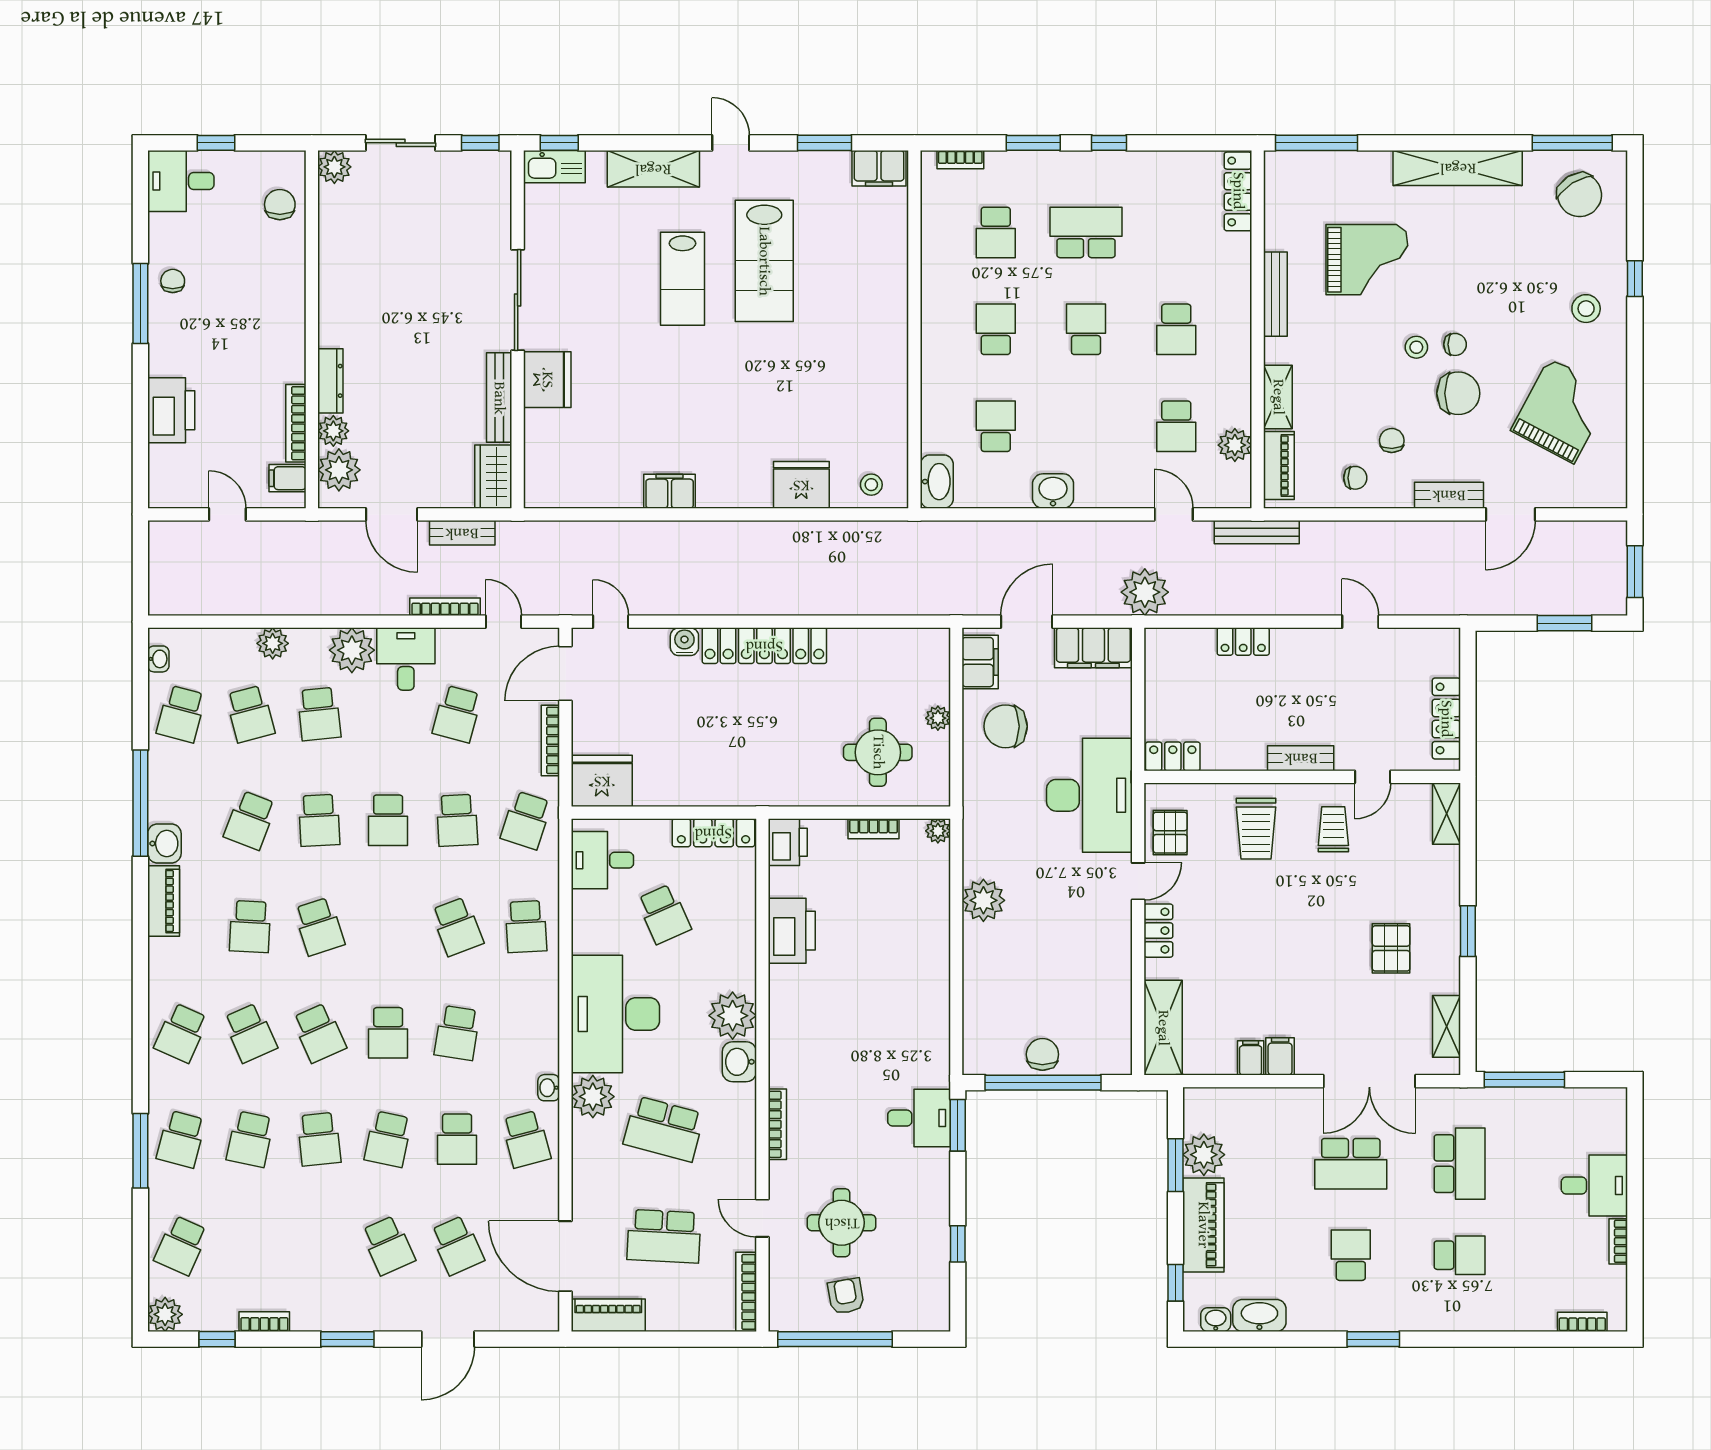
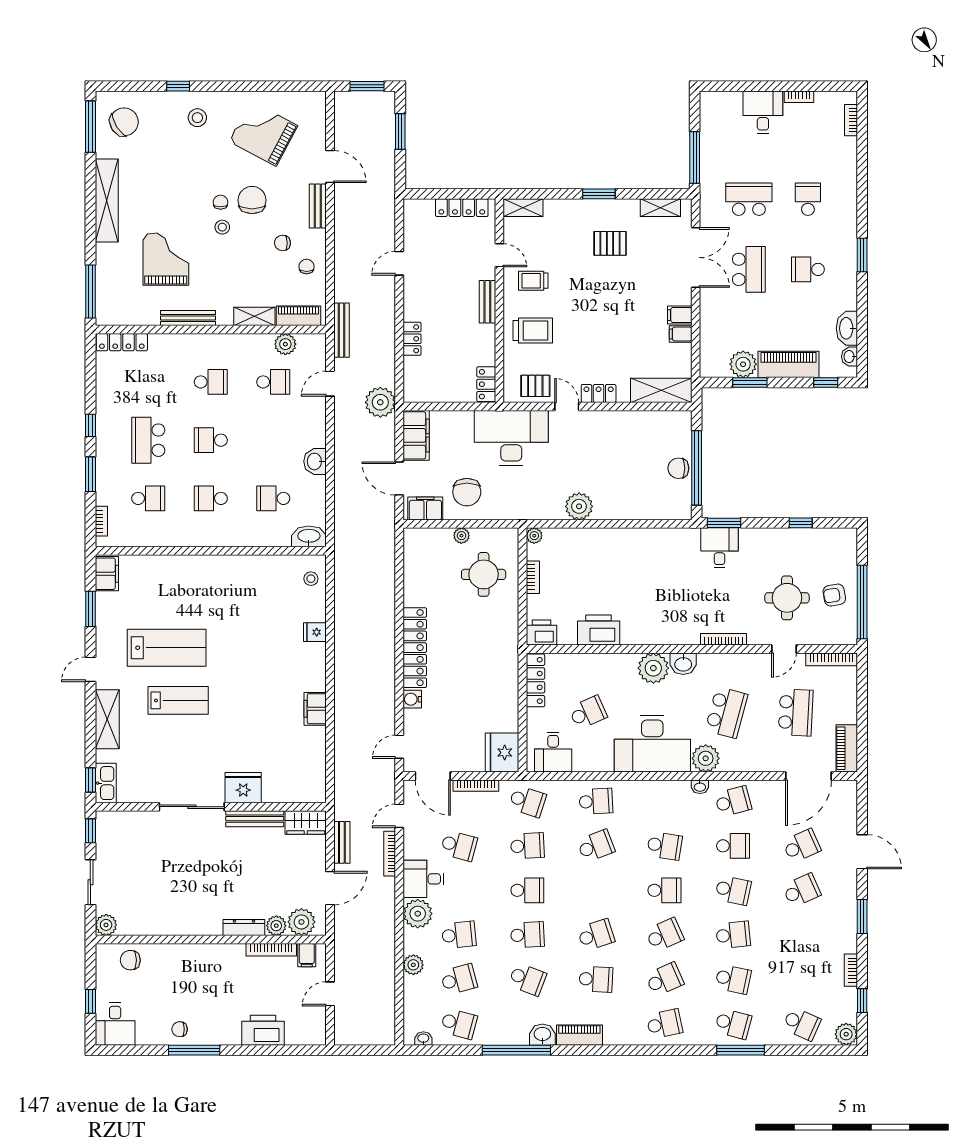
fridge: (801, 485) -> (315, 632), width x0.53, depth x0.75
school desk: (181, 1033) -> (664, 1024), turned -36

